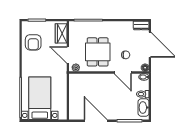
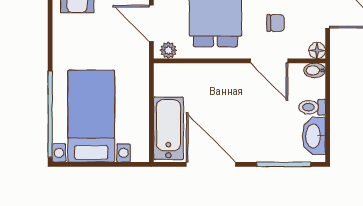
bathtub: (76, 104) -> (168, 128), added

